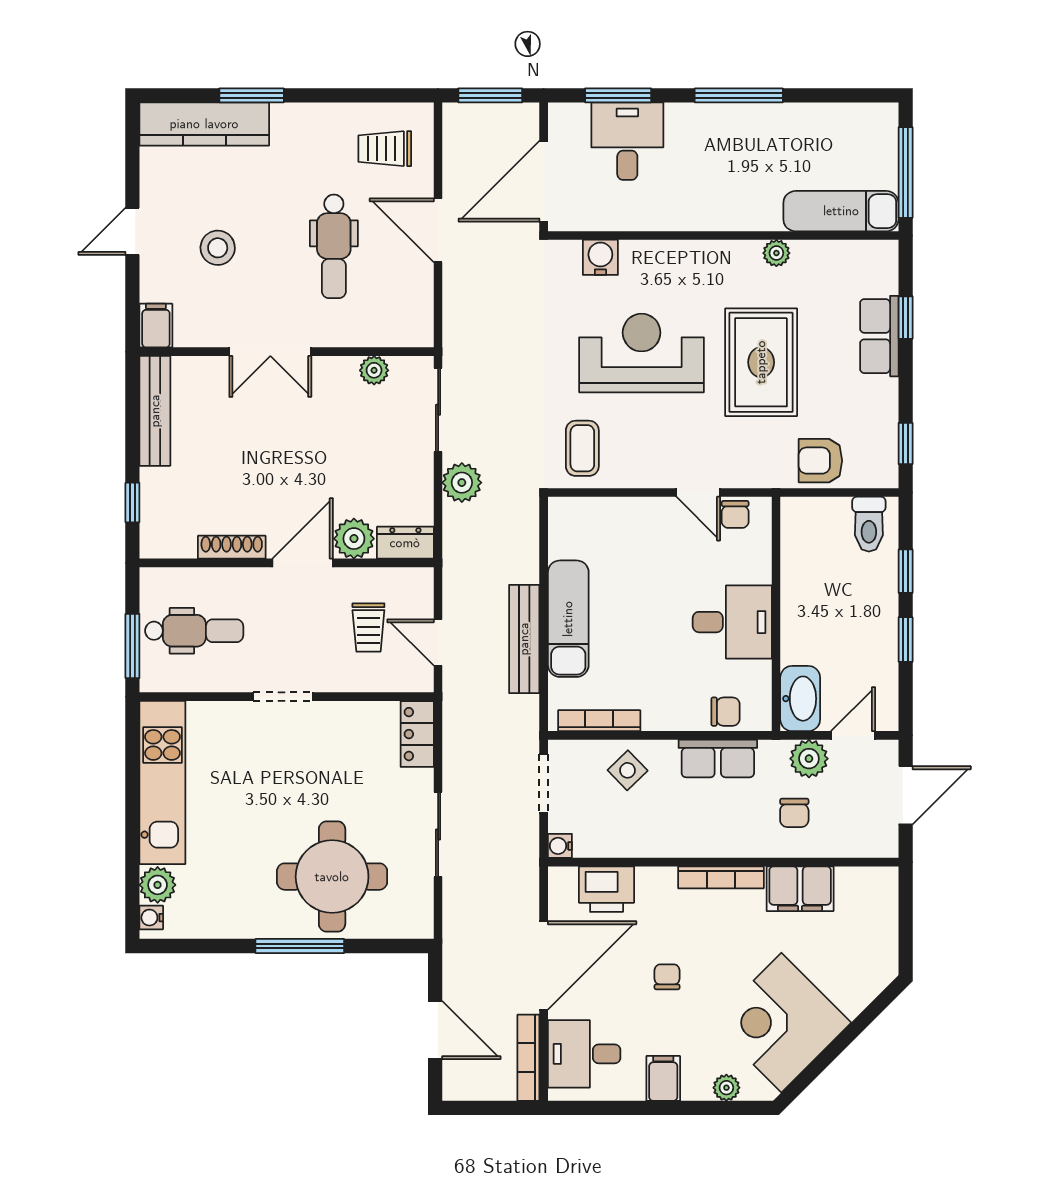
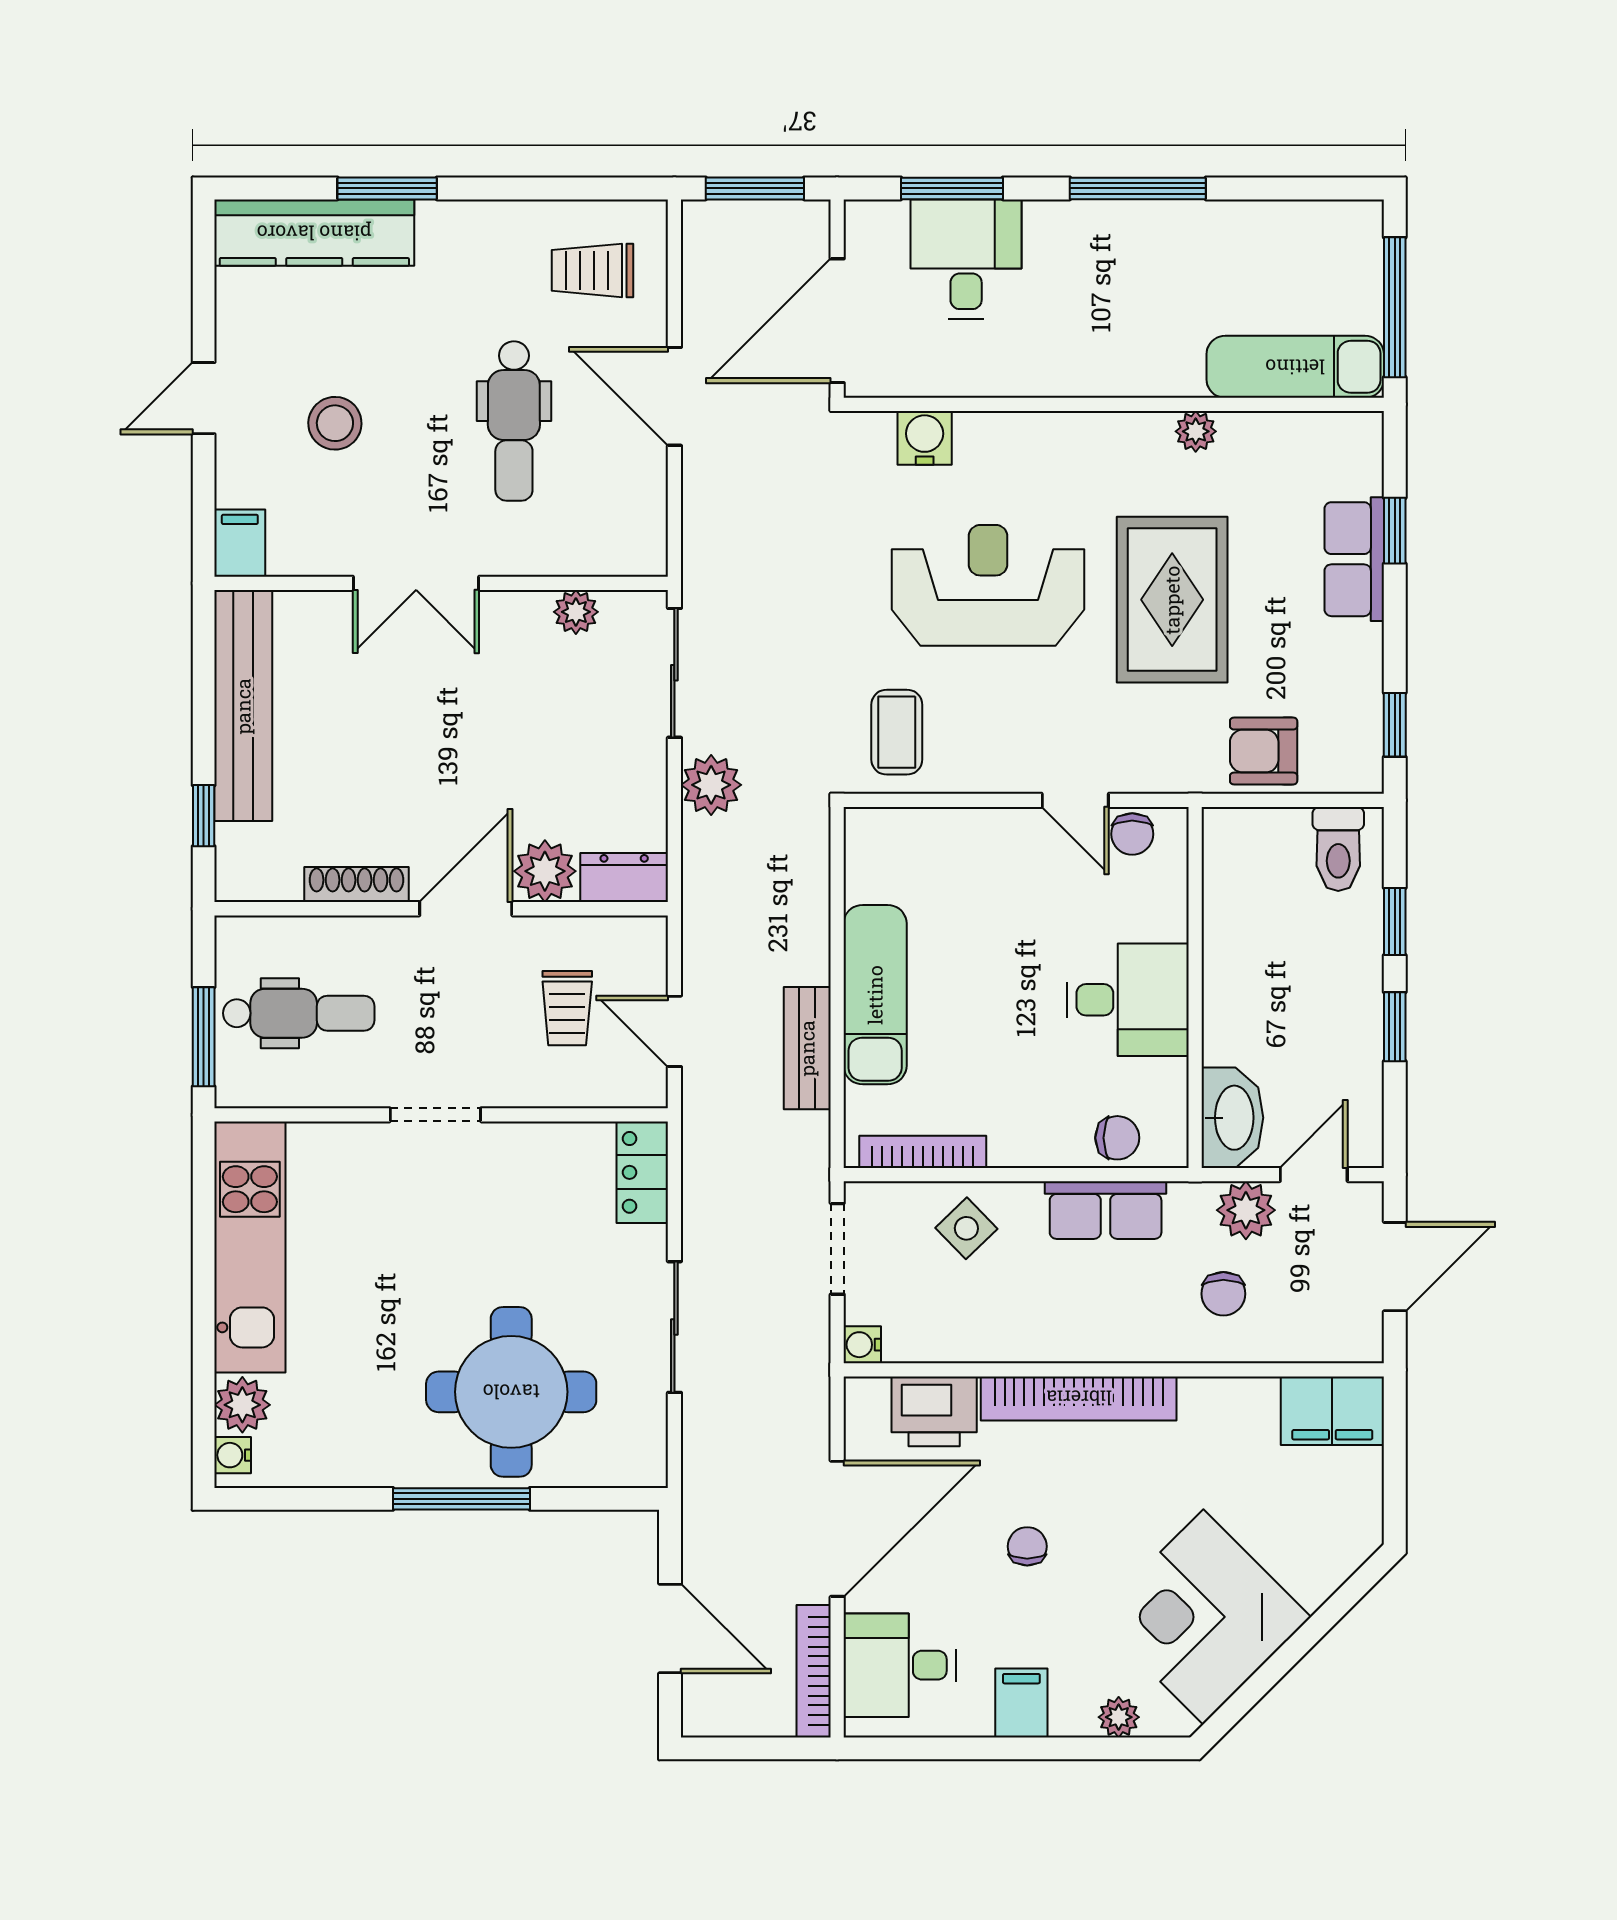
bench: (155, 411) -> (243, 706), width x1.37, depth x1.21
bench: (524, 639) -> (807, 1048), width x0.73
bookcase: (721, 877) -> (1079, 1398), width x1.48, depth x1.31
filing cabinet: (800, 889) -> (1332, 1411), moved

